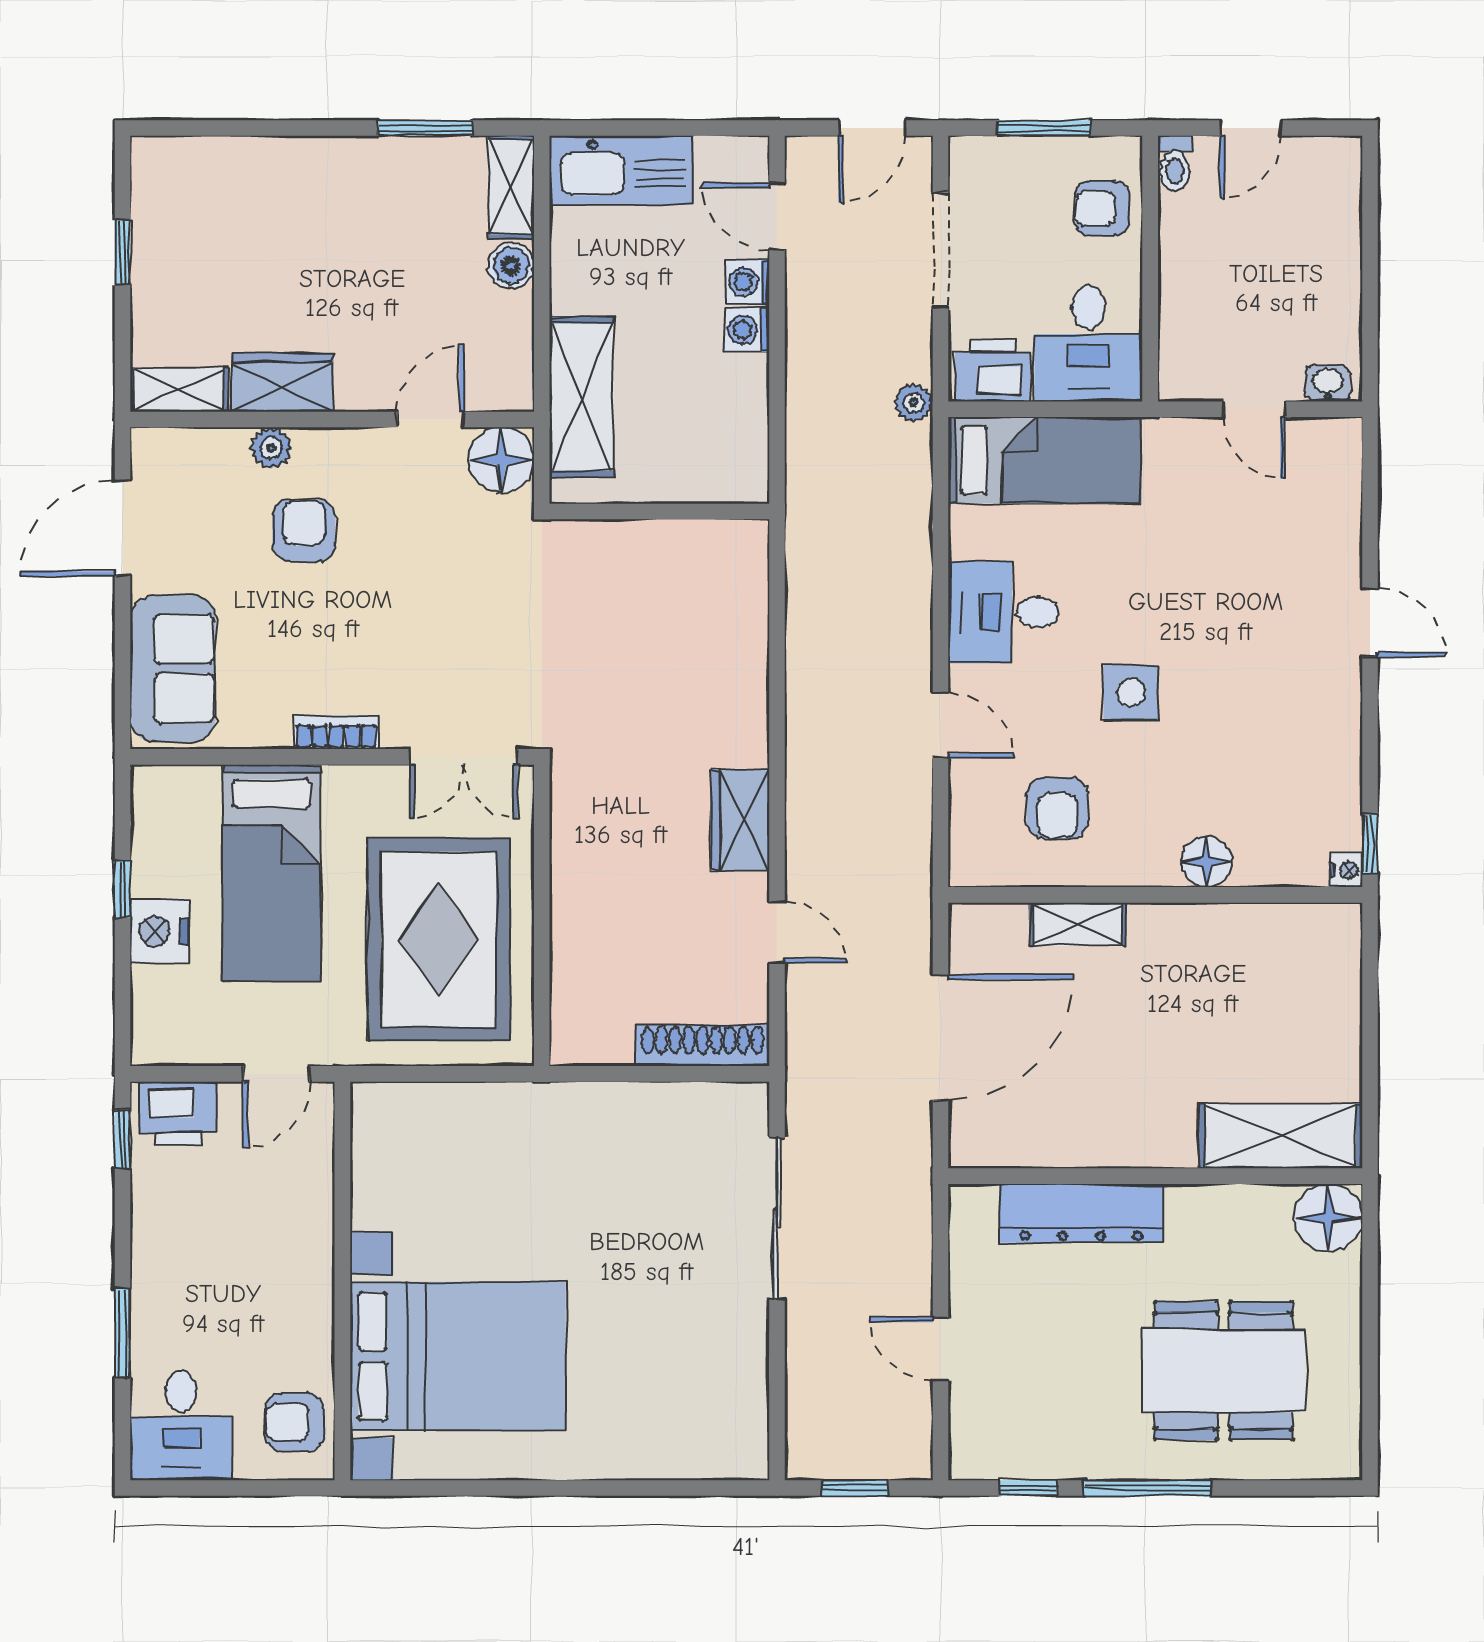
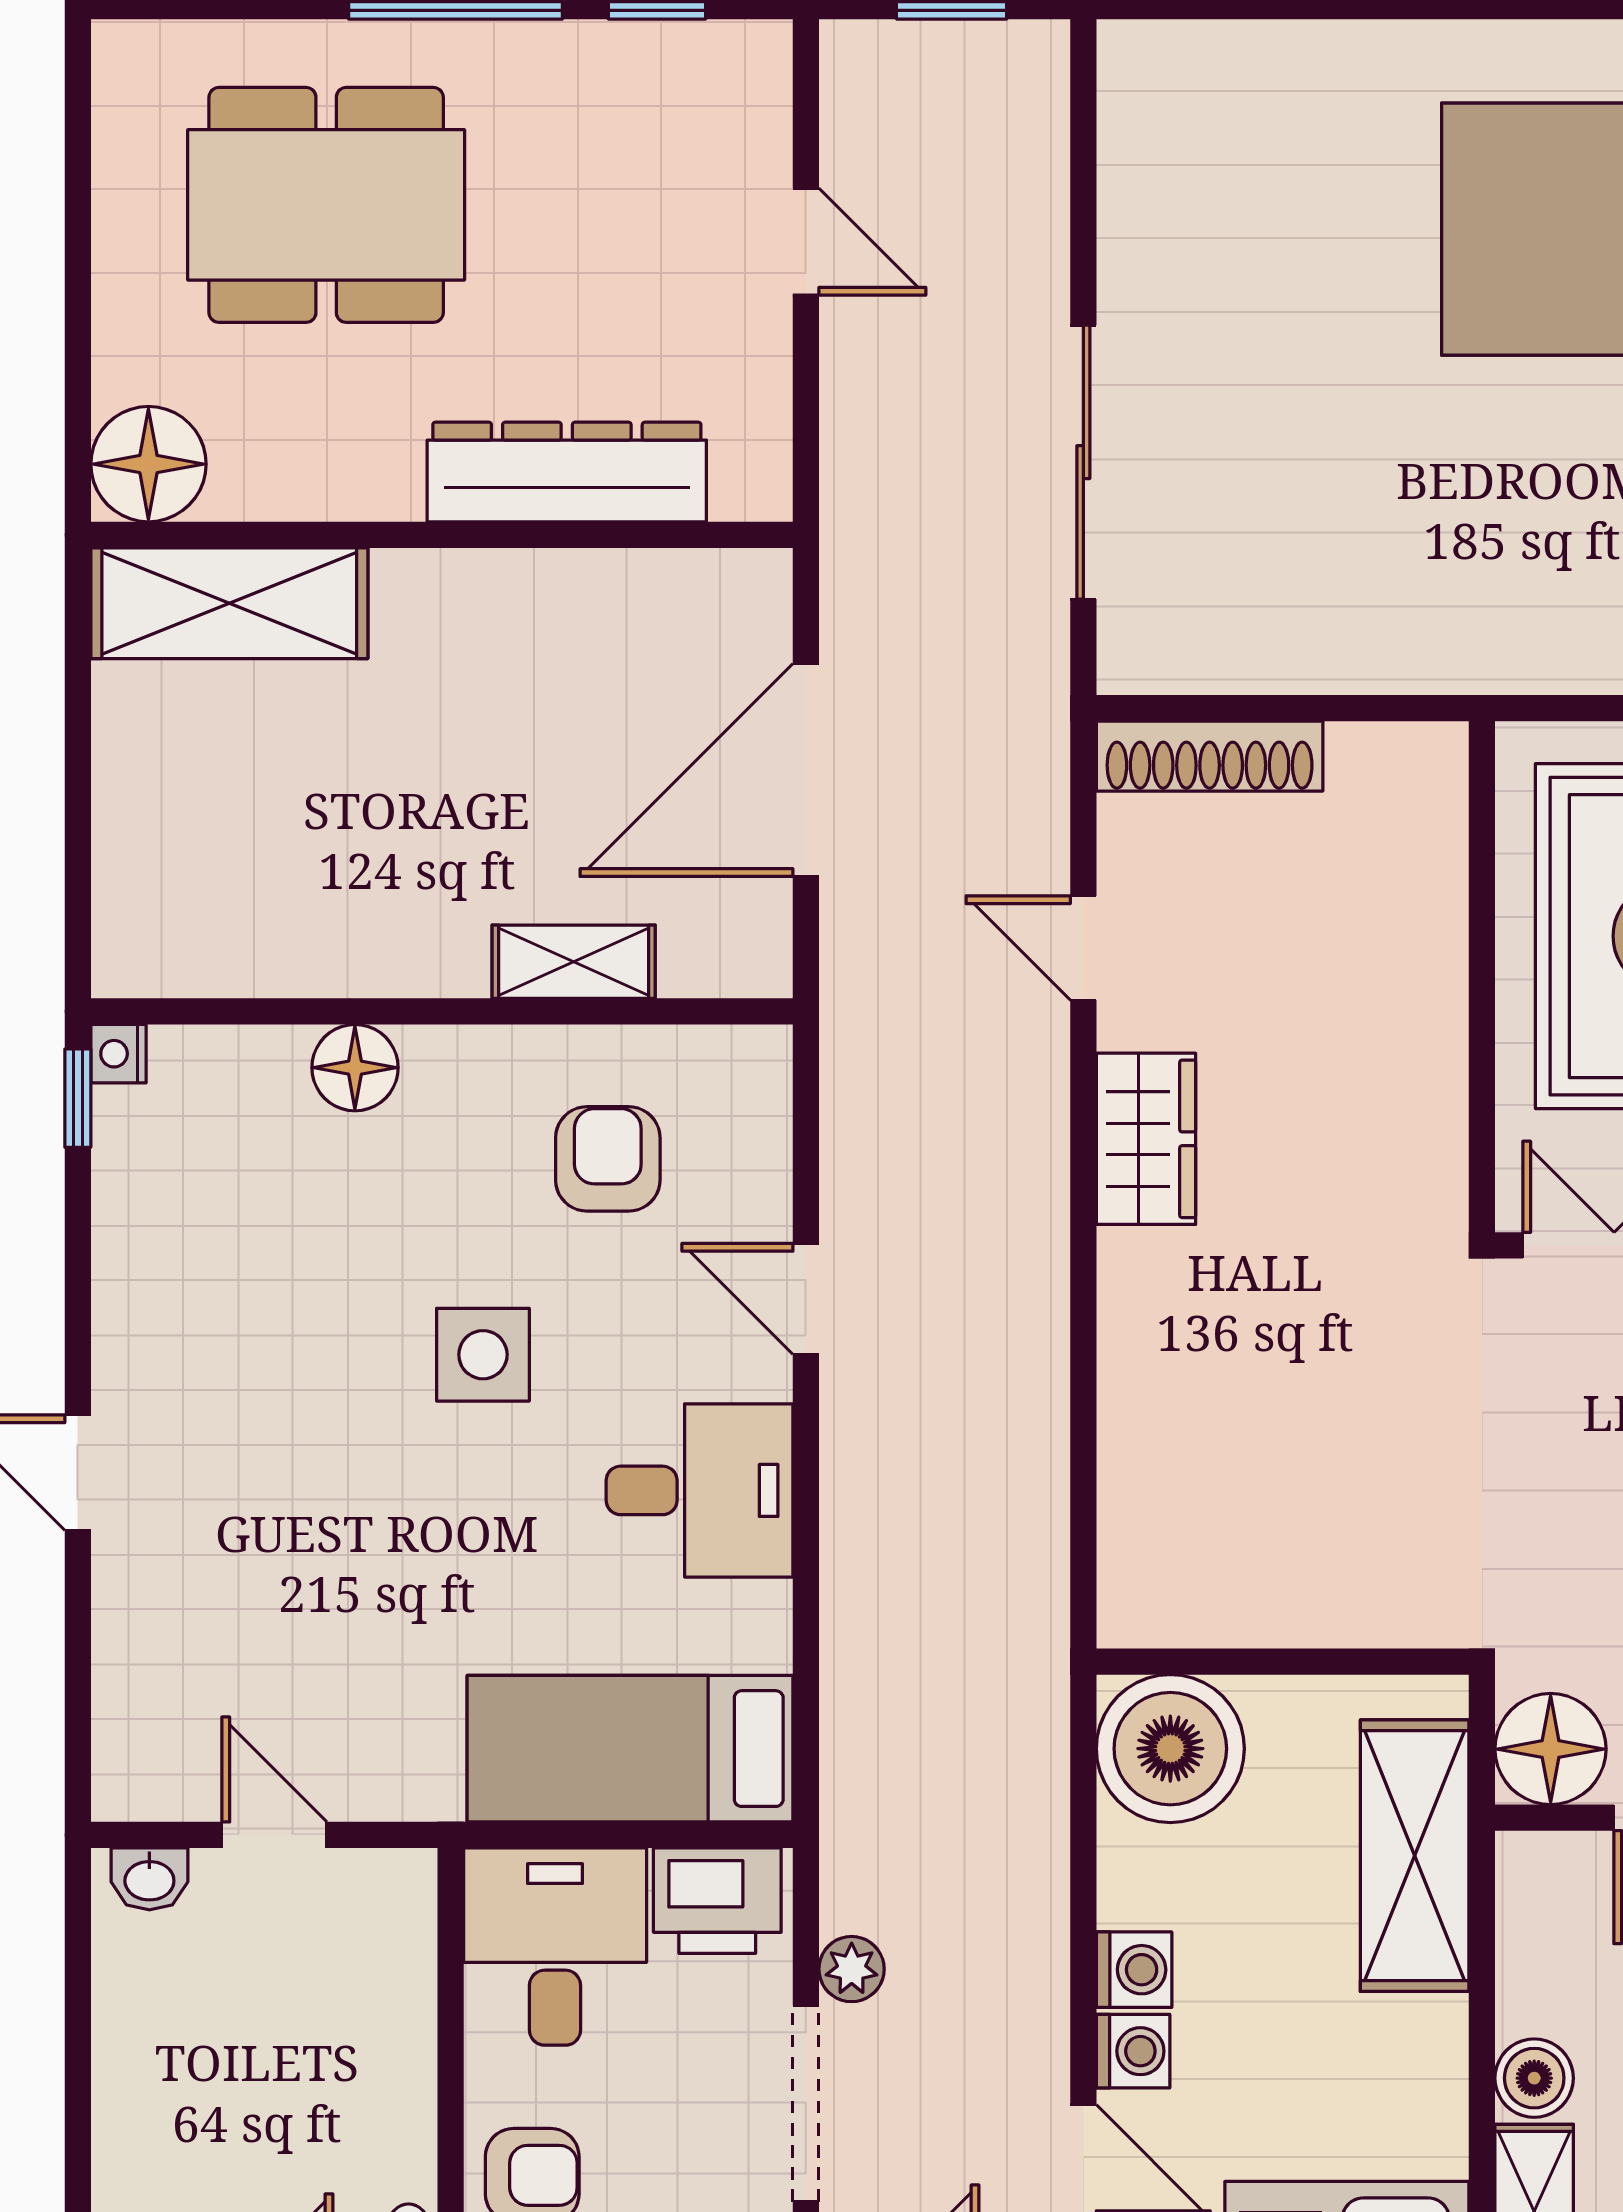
plant: (914, 403) -> (852, 1969), moved
boiler: (726, 460) -> (1170, 1749), added

